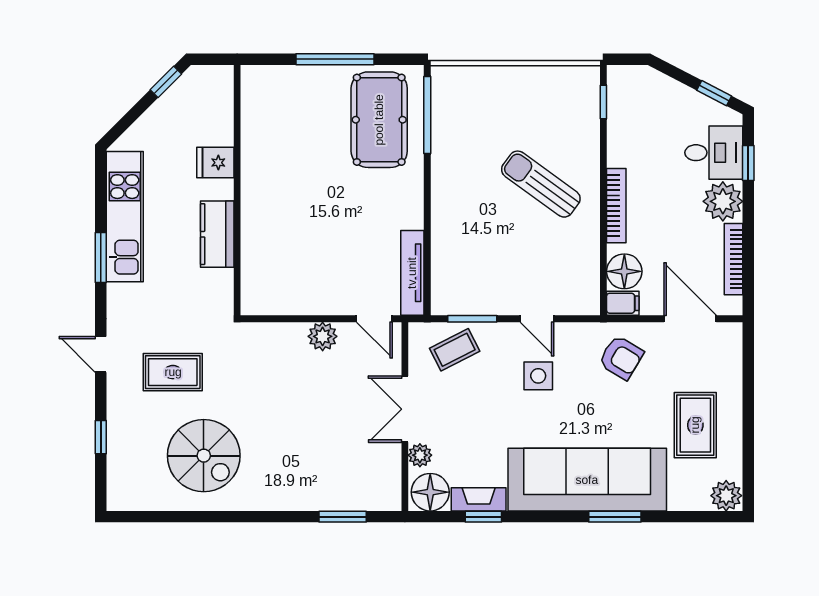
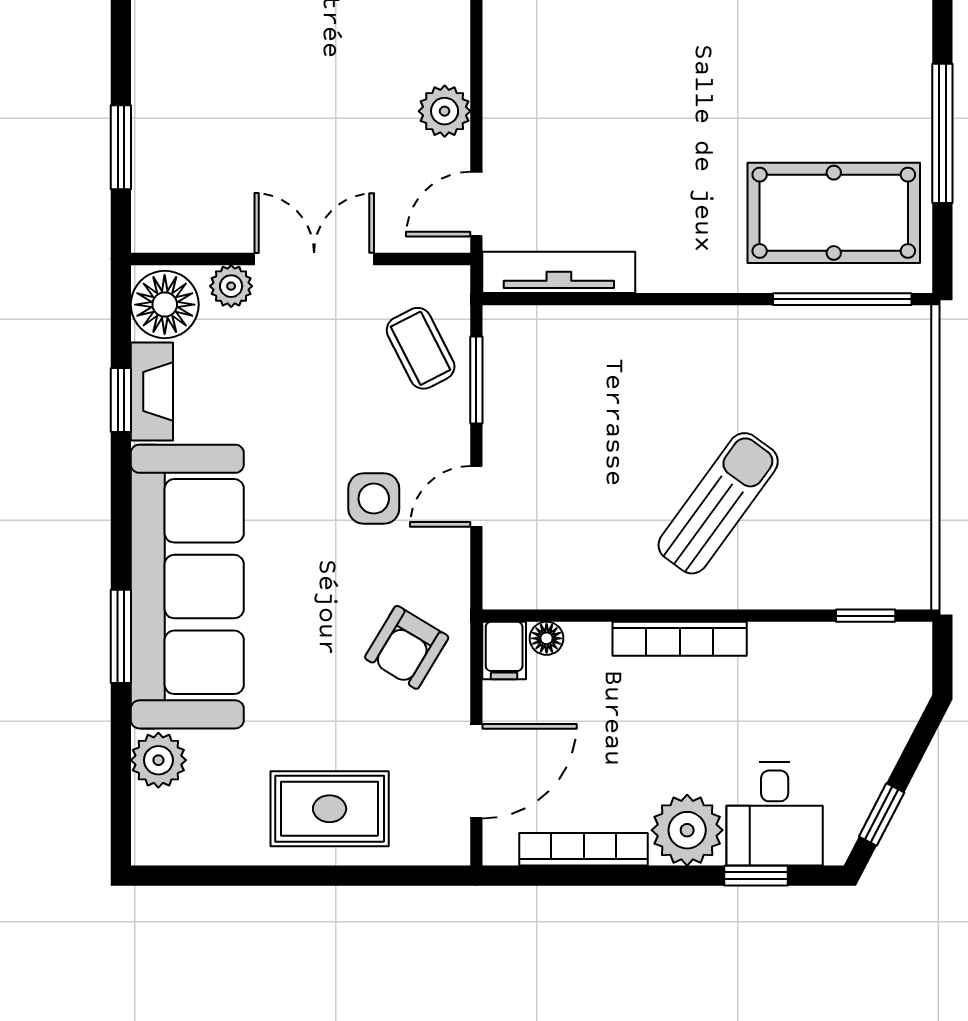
floor lamp: (624, 271) -> (547, 638), width x0.53, depth x0.53
rug: (695, 425) -> (330, 809), moved
plant: (726, 496) -> (158, 760), moved

